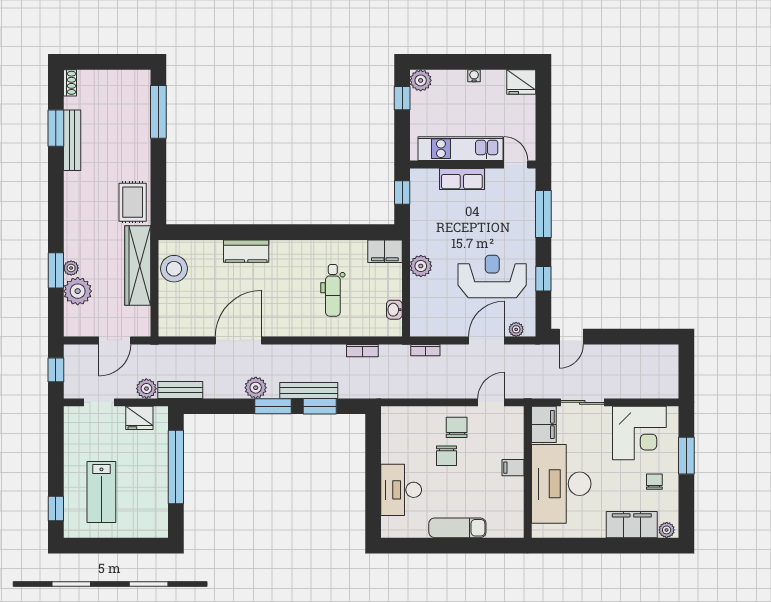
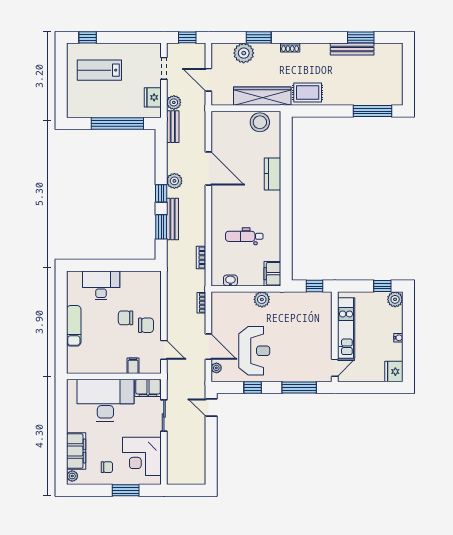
shoe rack: (70, 83) -> (290, 48), moved
row of seats: (462, 179) -> (324, 329), removed
plant: (71, 268) -> (260, 48), removed
window: (273, 406) -> (161, 193), width x0.67
filing cabinet: (513, 468) -> (133, 366), moved

